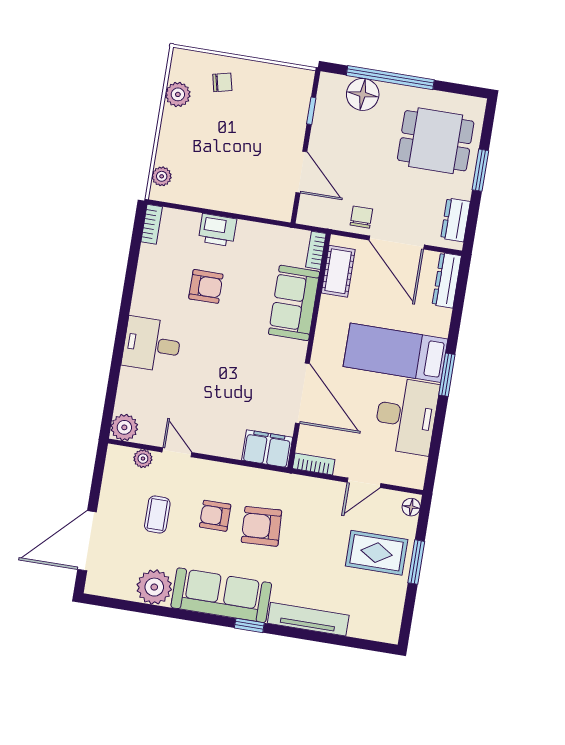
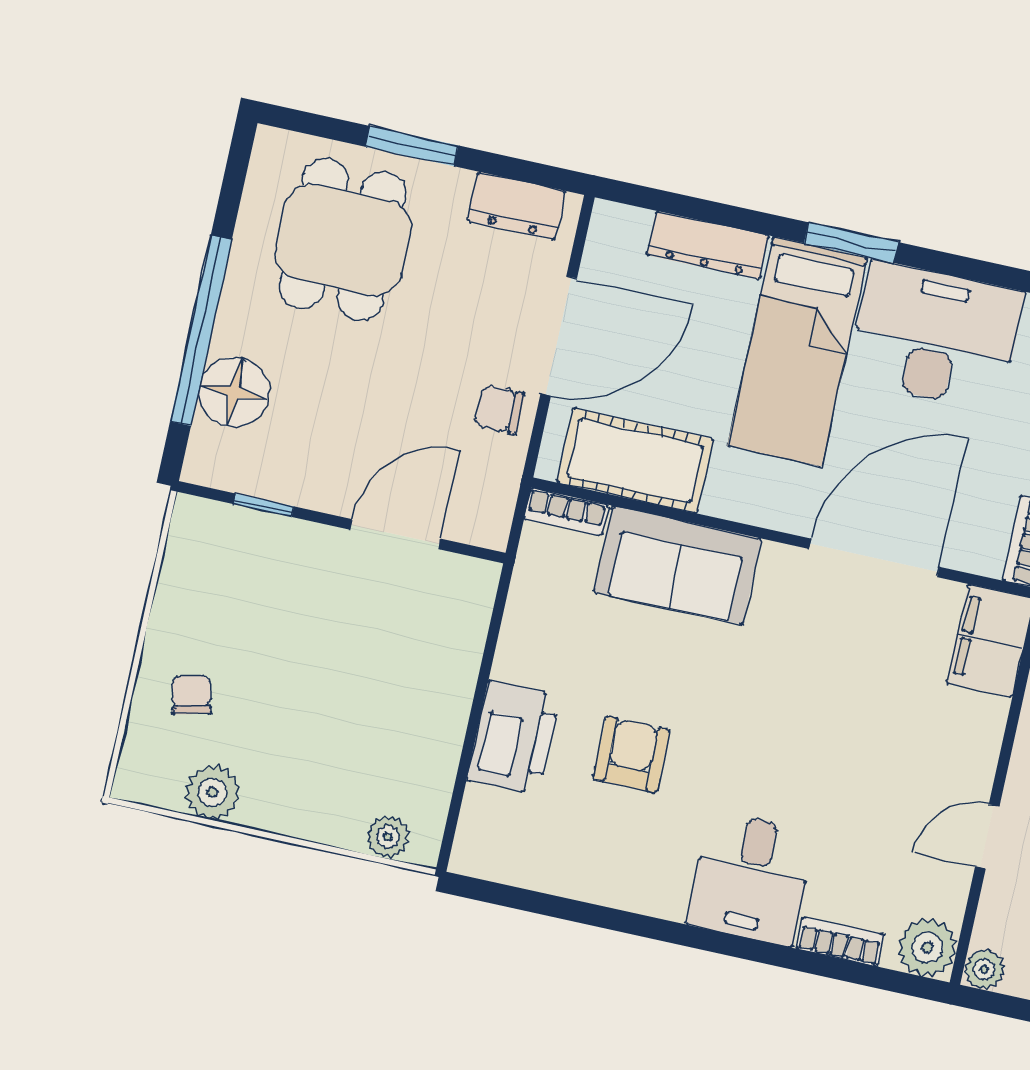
bookcase: (152, 224) -> (840, 941), moved
printer: (217, 230) -> (514, 738), width x1.37, depth x1.19
cot: (338, 271) -> (635, 461), width x1.37, depth x1.34
dresser: (447, 280) -> (708, 245), moved
plant: (143, 459) -> (984, 969), moved

